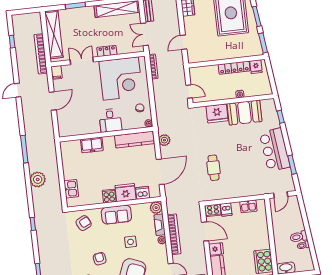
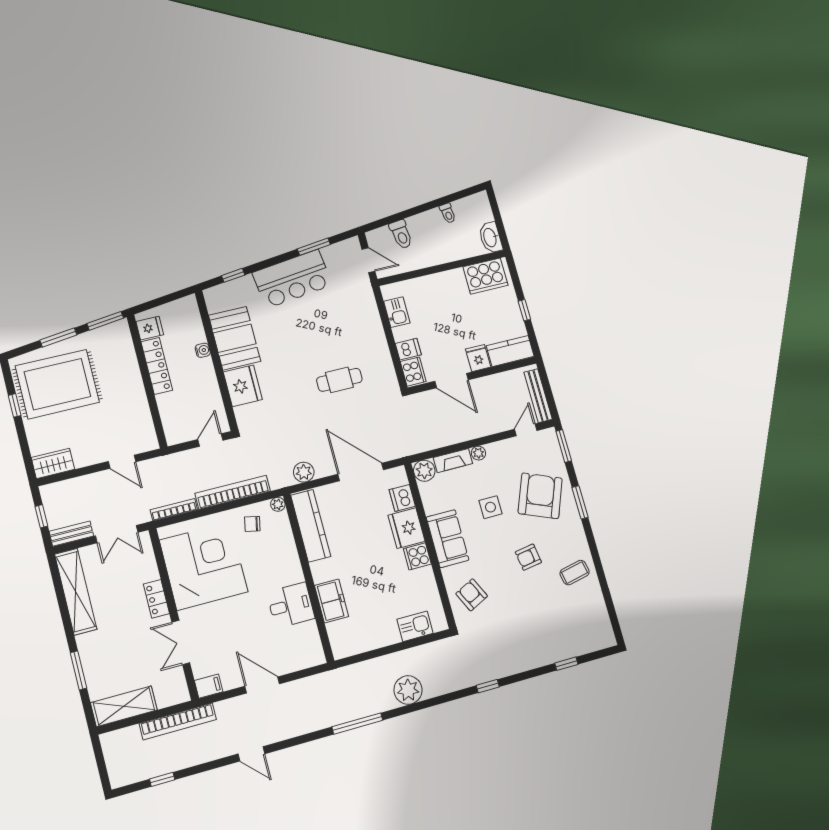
shelving: (54, 34) -> (124, 706), width x0.68
desk: (110, 120) -> (291, 605), moved
door: (205, 231) -> (452, 381), swing flipped
bookcase: (174, 234) -> (233, 492), moved
toilet: (299, 237) -> (401, 234), moved

